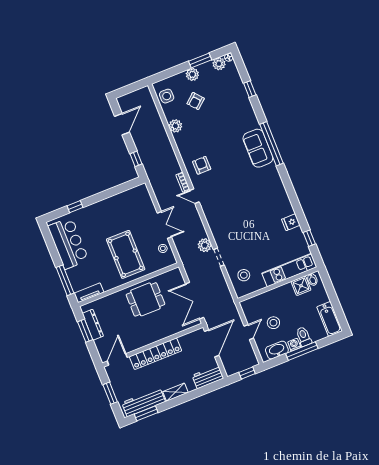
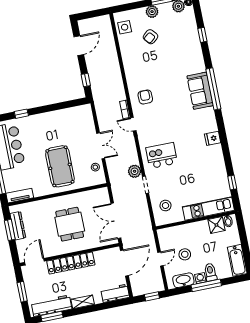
plant: (175, 126) -> (128, 56), removed
fridge: (291, 222) -> (213, 138), moved
kitchen island: (230, 223) -> (162, 156), added
dining table: (145, 299) -> (70, 224), moved, turned 90

